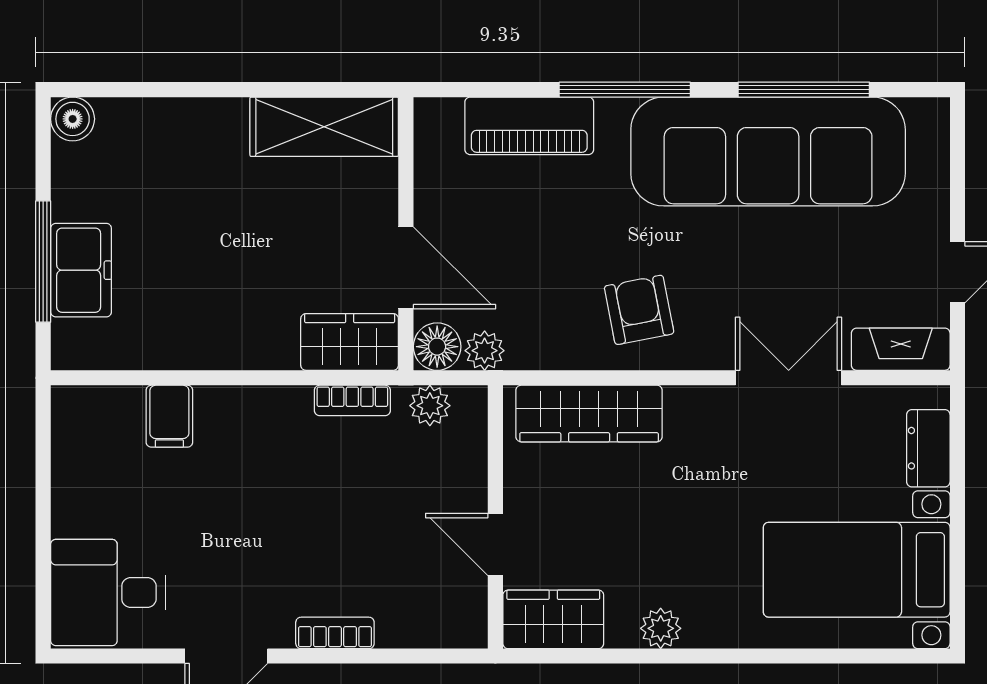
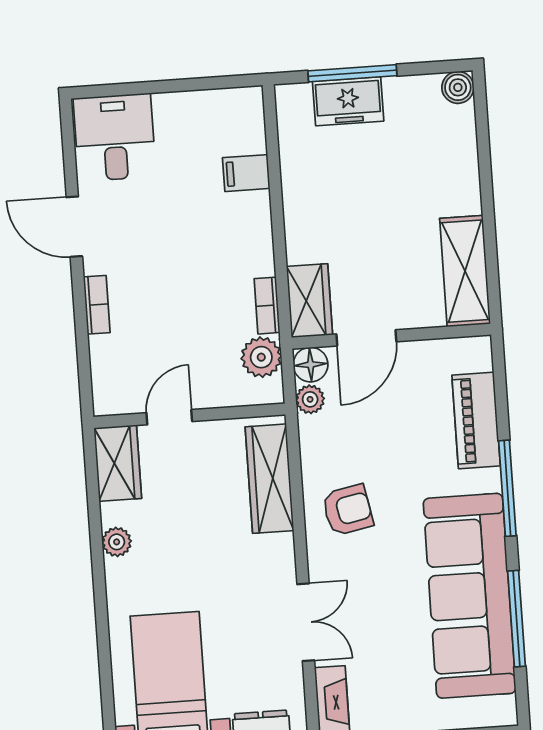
plant: (430, 406) -> (261, 357), width x1.38, depth x1.38

